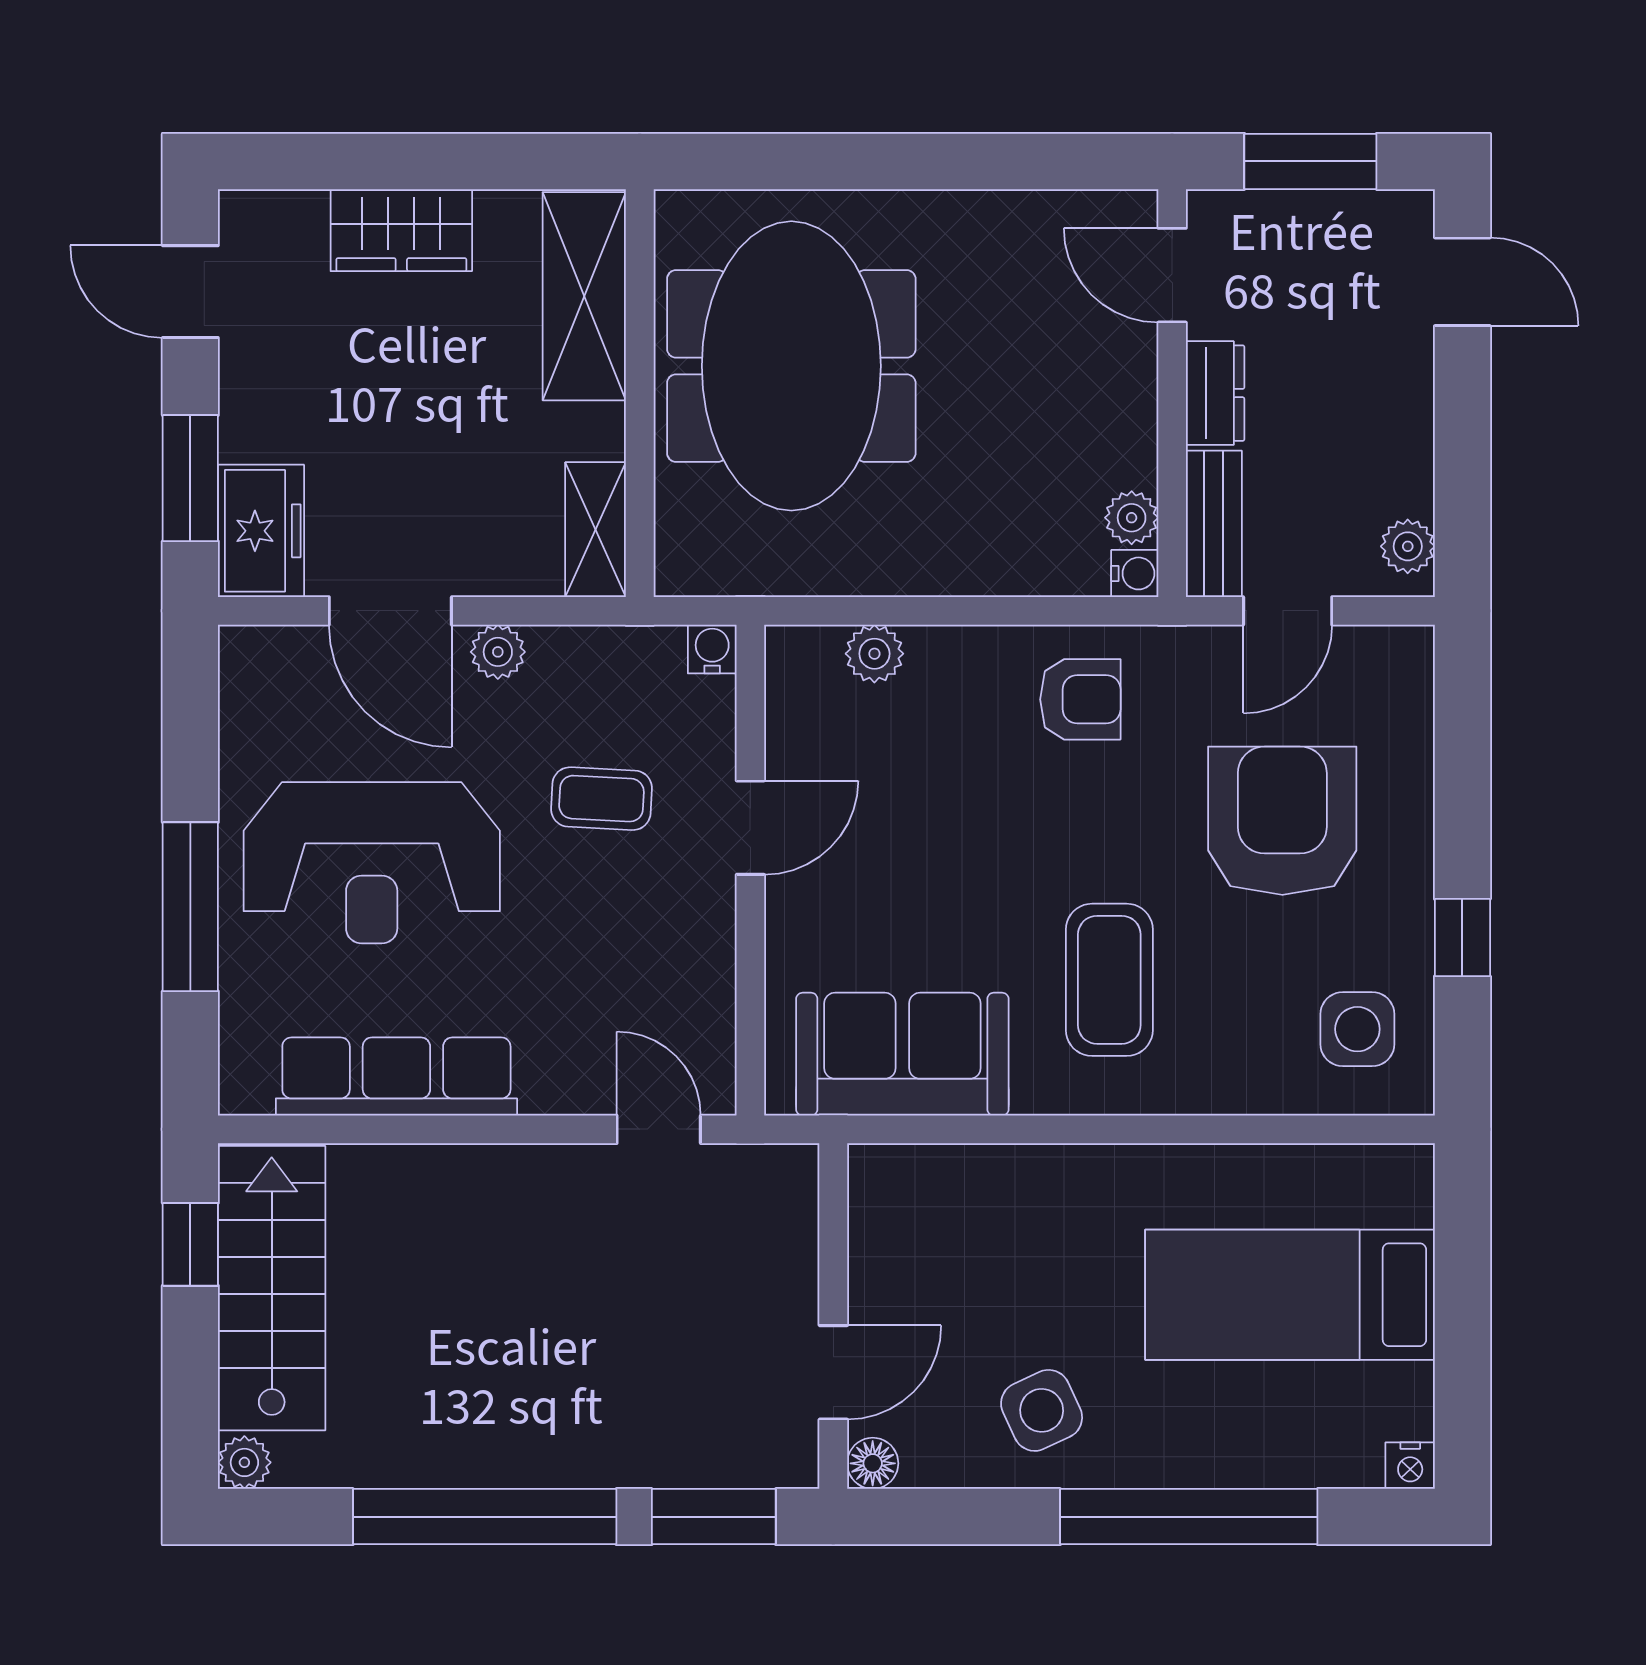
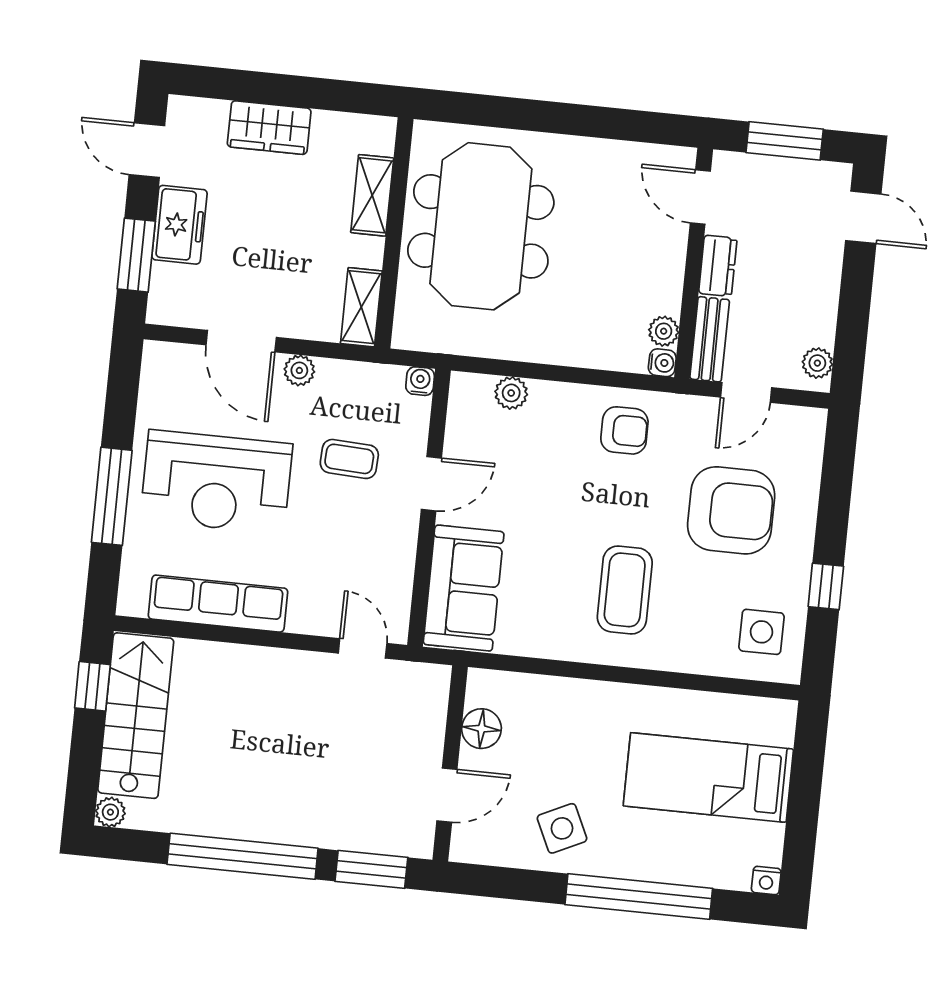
shelving: (584, 296) -> (372, 195), width x0.67, depth x0.75
freezer: (261, 531) -> (179, 225), moved
armchair: (1282, 821) -> (731, 510), turned 90
sofa: (902, 1054) -> (464, 588), moved, turned 90
floor lamp: (873, 1463) -> (481, 729), moved, width x1.37, depth x1.37

